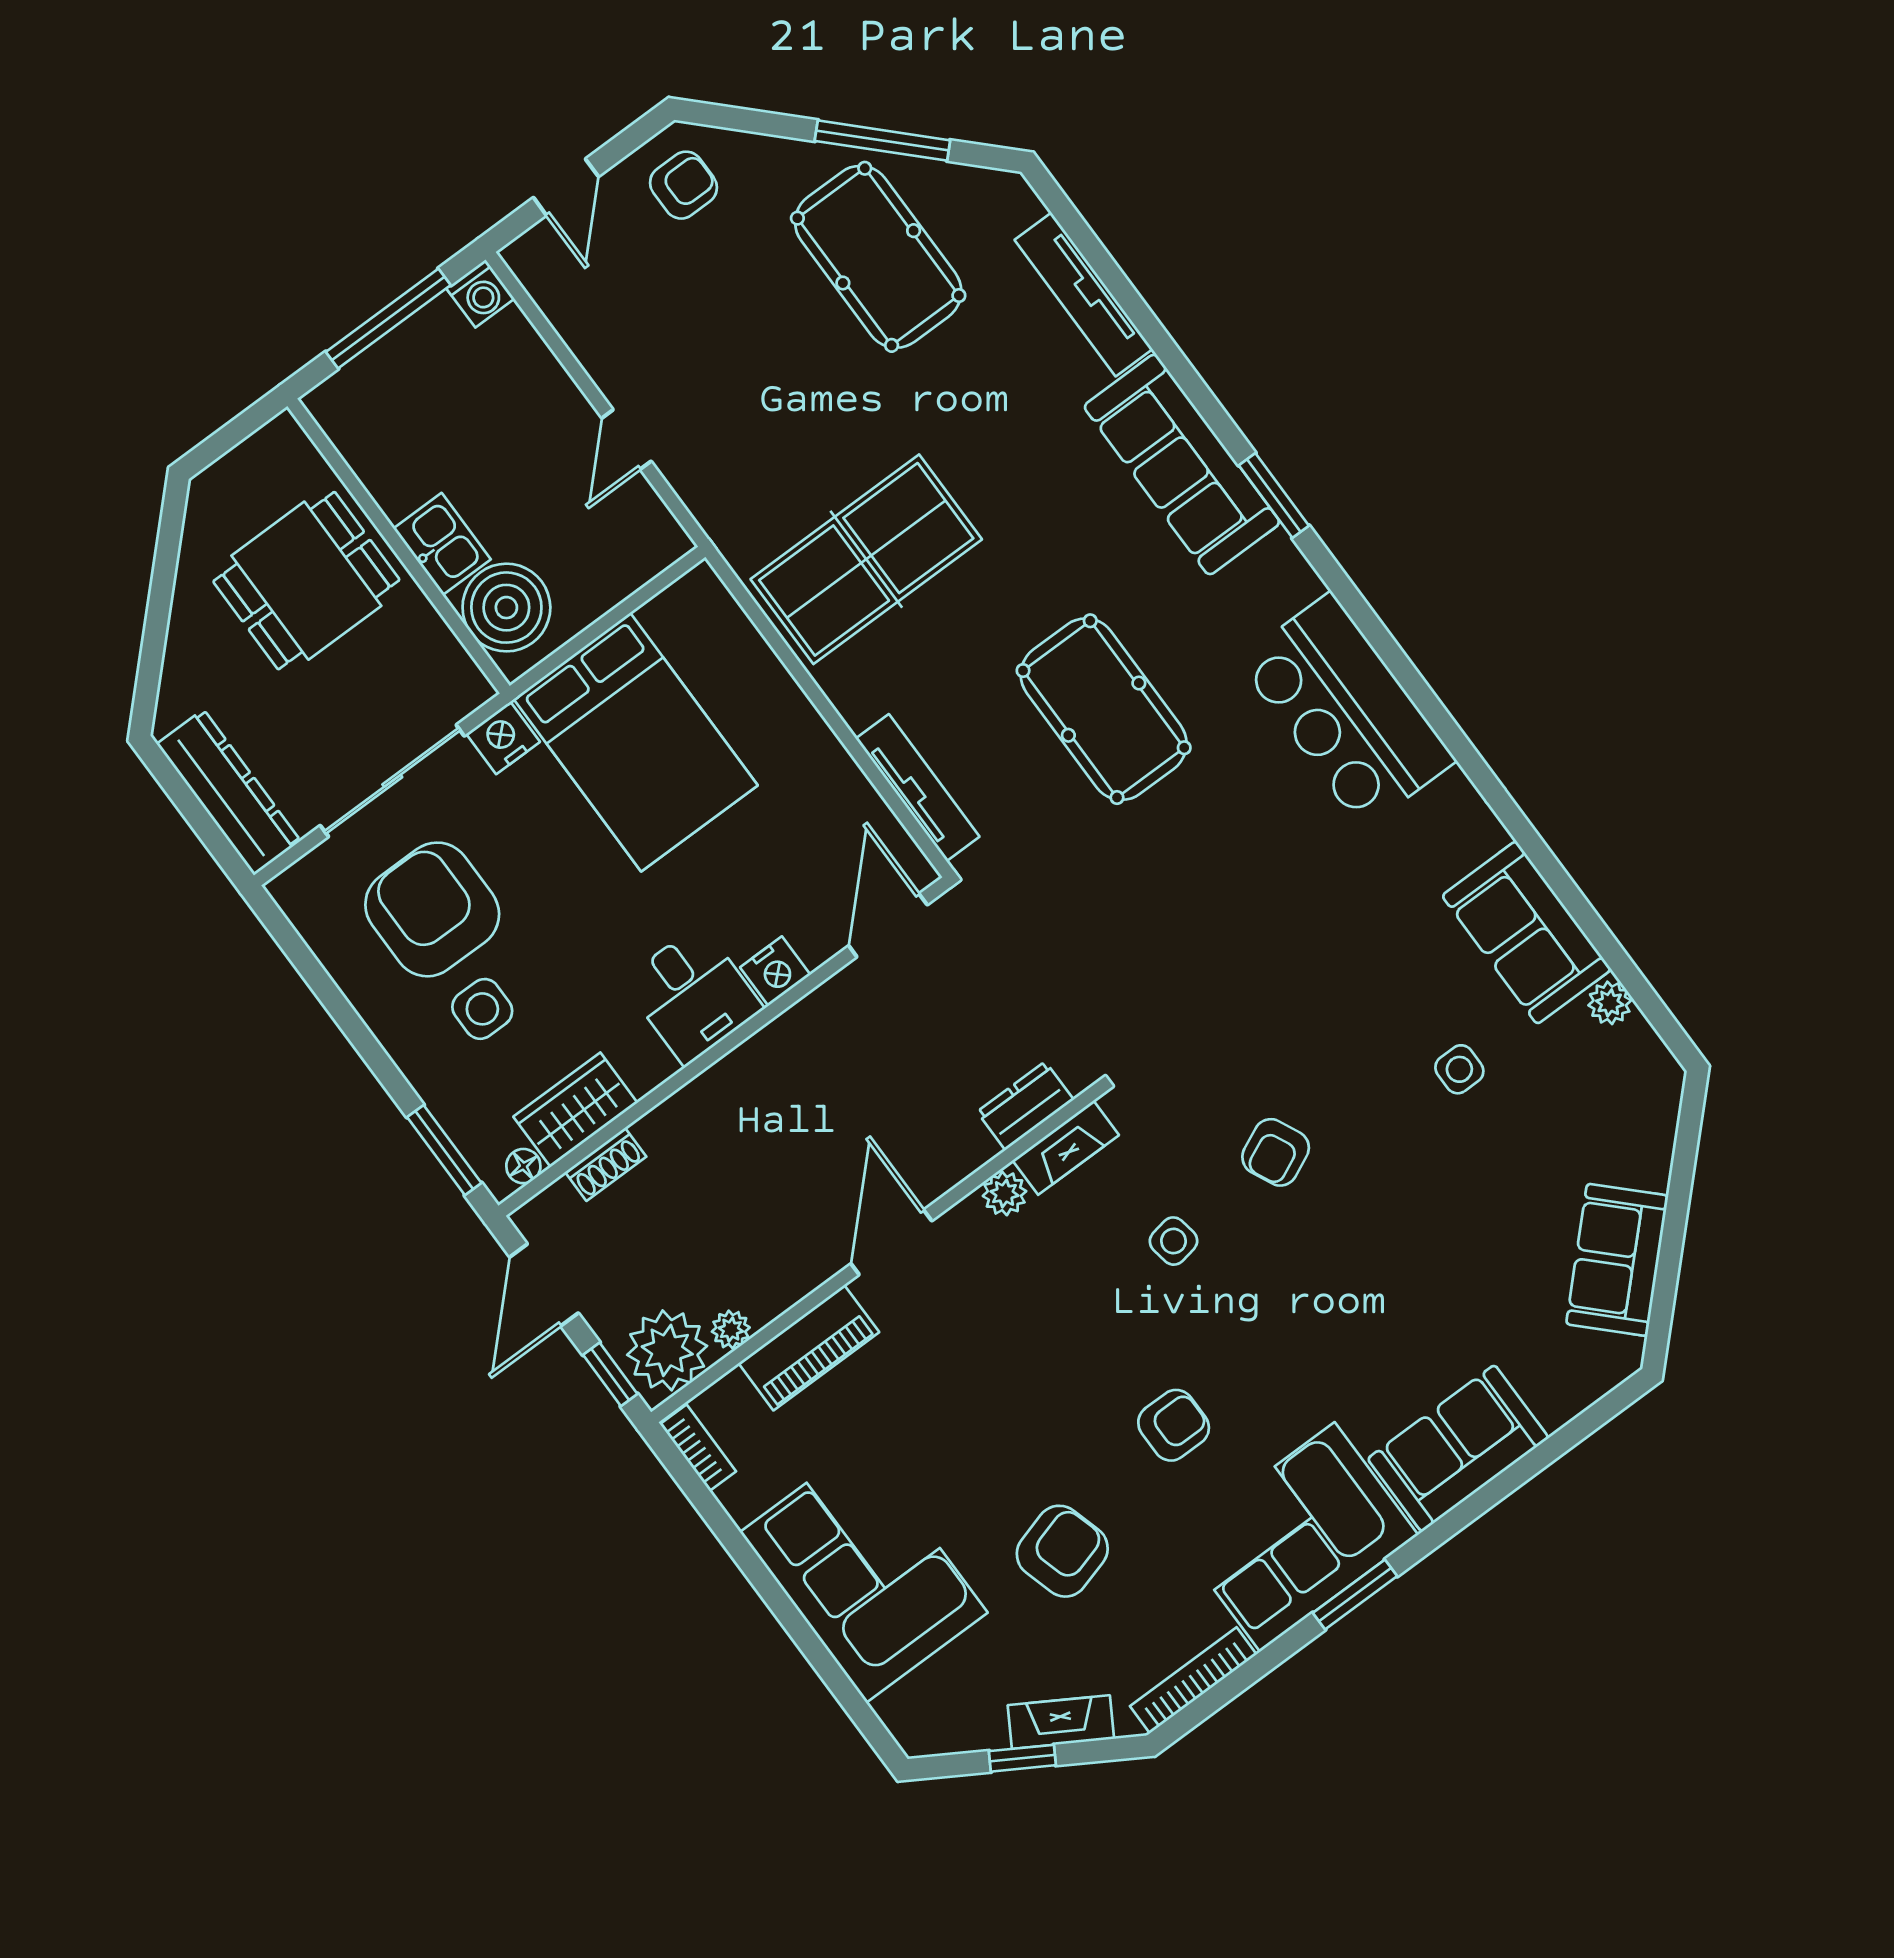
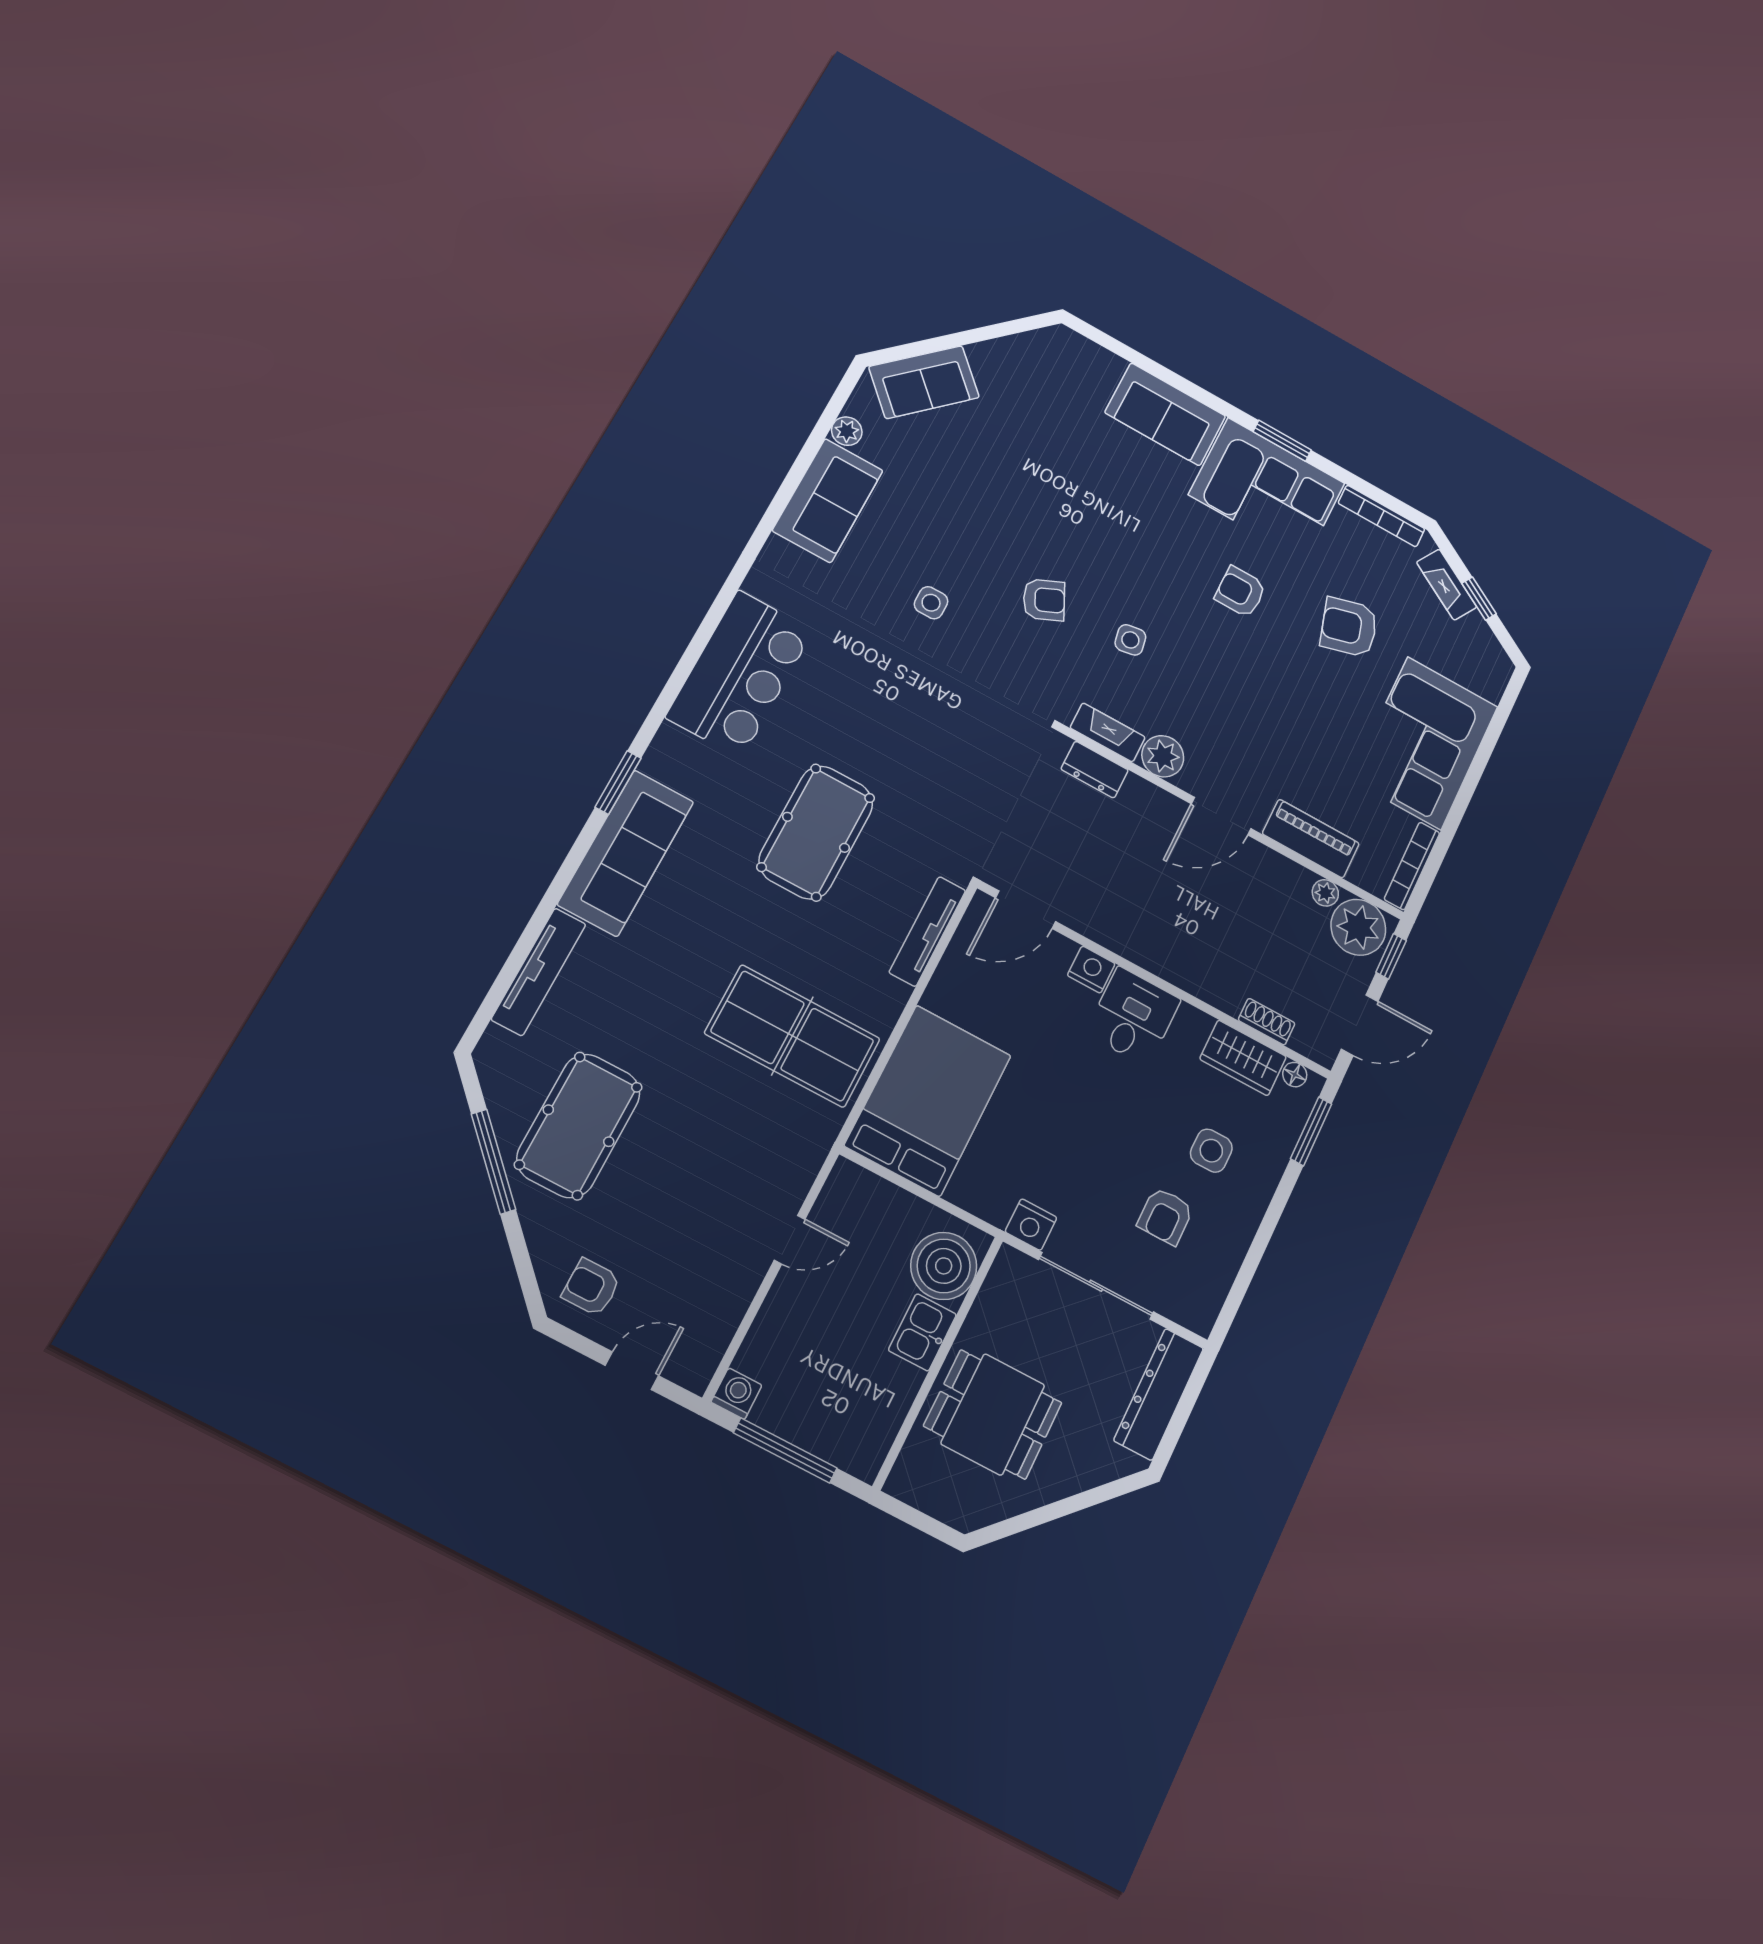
bed: (636, 742) -> (928, 1100), moved
armchair: (432, 909) -> (1165, 1216), width x0.53, depth x0.53
side table: (1459, 1069) -> (931, 603), moved
plant: (1004, 1194) -> (1163, 756), width x1.38, depth x1.38
sofa: (1617, 1260) -> (924, 382), moved
bookcase: (698, 1448) -> (1412, 866), width x1.56

